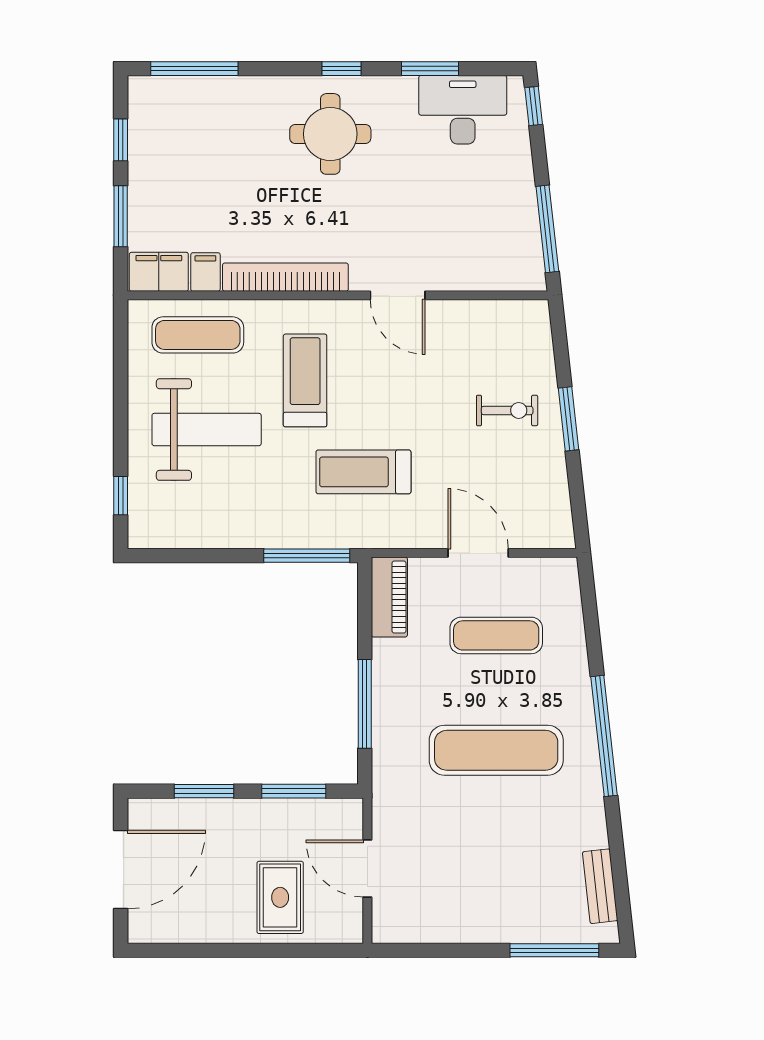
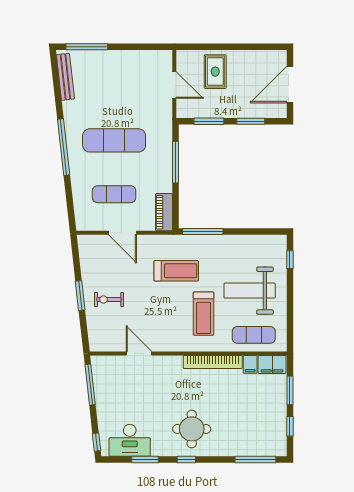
door: (398, 295) -> (139, 353), moved
bench: (600, 886) -> (65, 77), width x1.36

